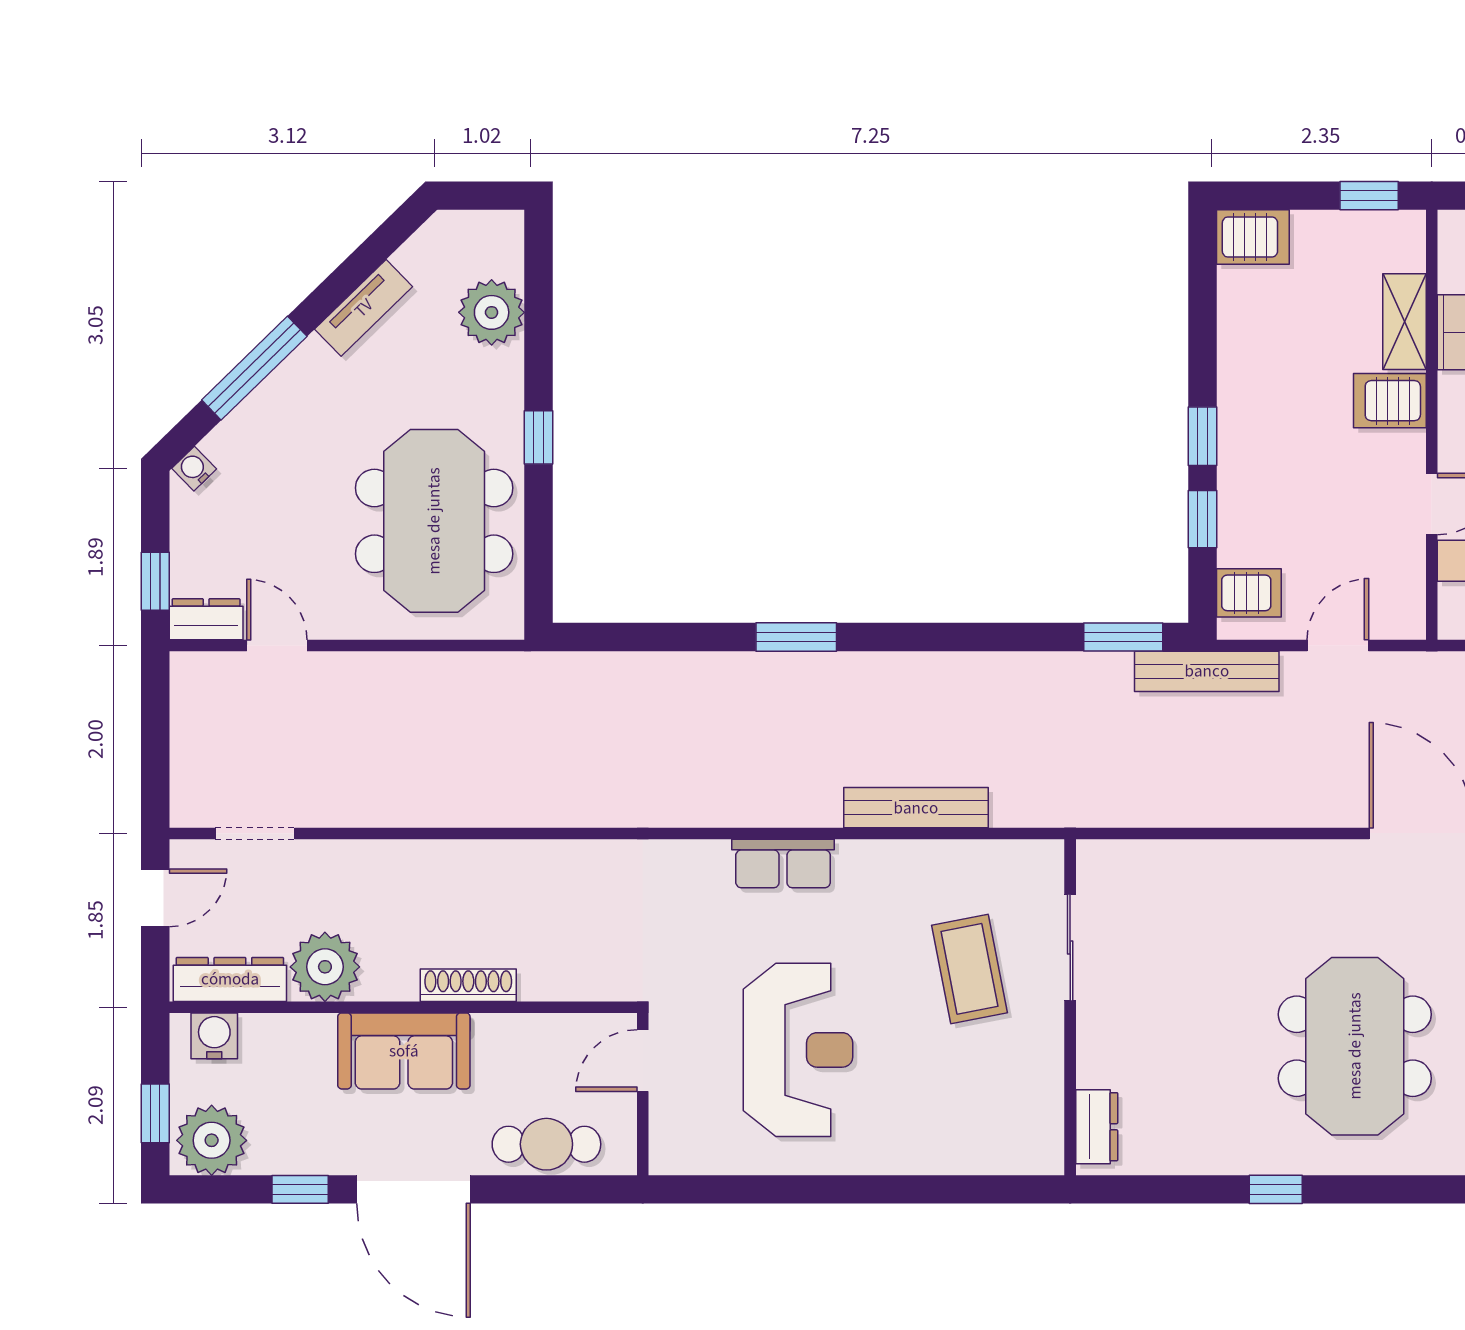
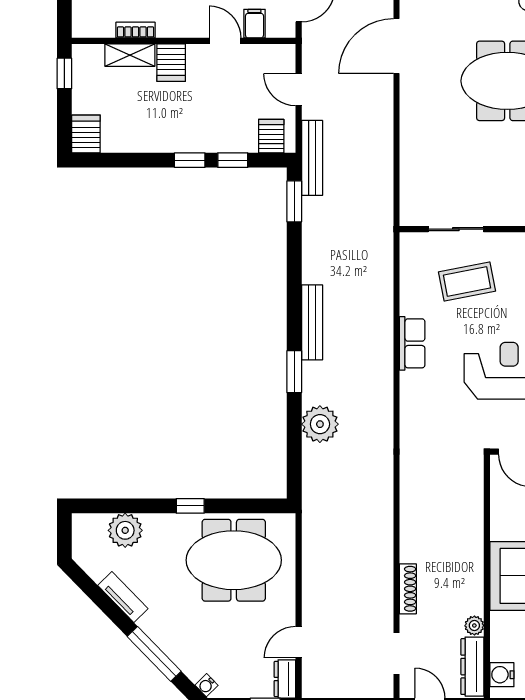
plant: (696, 687) -> (320, 424), added
bench: (916, 808) -> (312, 322), moved
row of seats: (783, 864) -> (412, 343), moved
plant: (325, 967) -> (474, 626), width x0.53, depth x0.53
shoe rack: (468, 985) -> (408, 589), moved, turned 180

